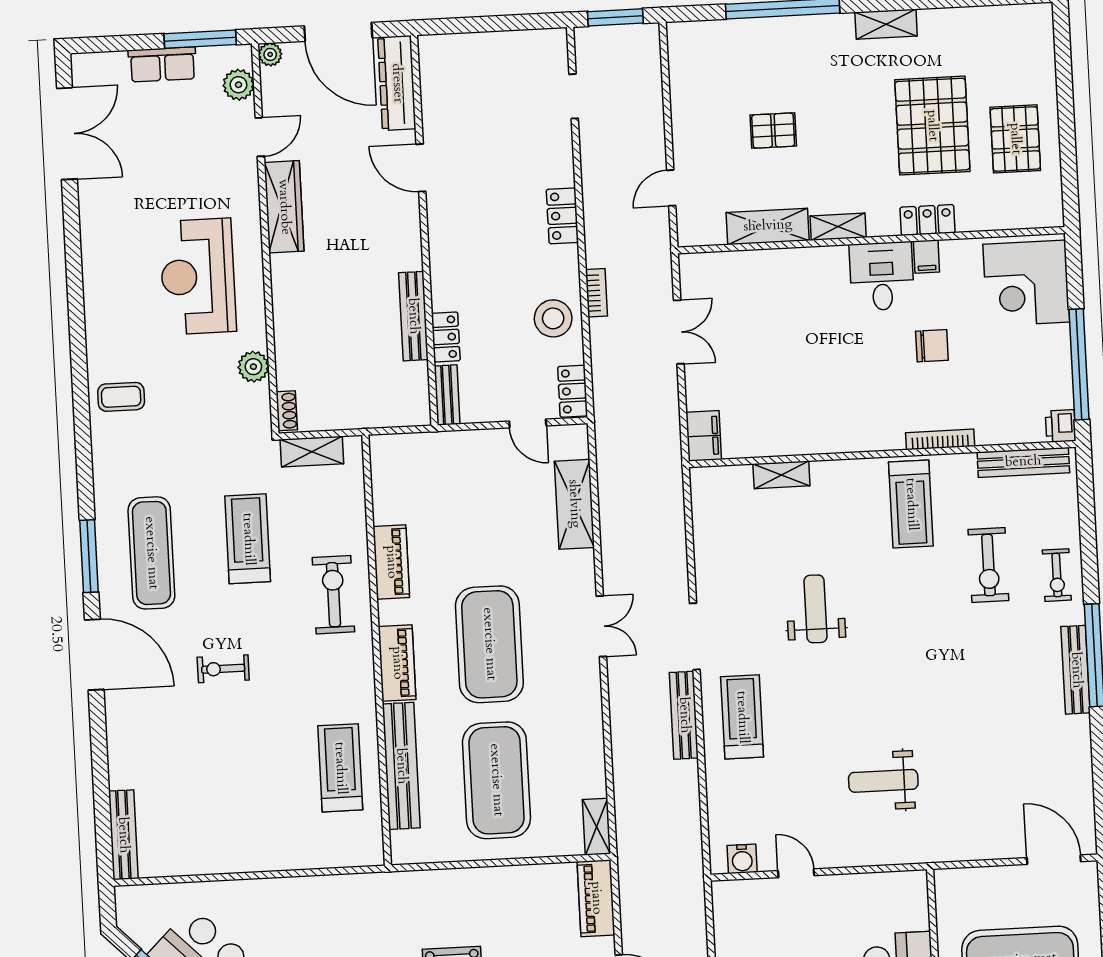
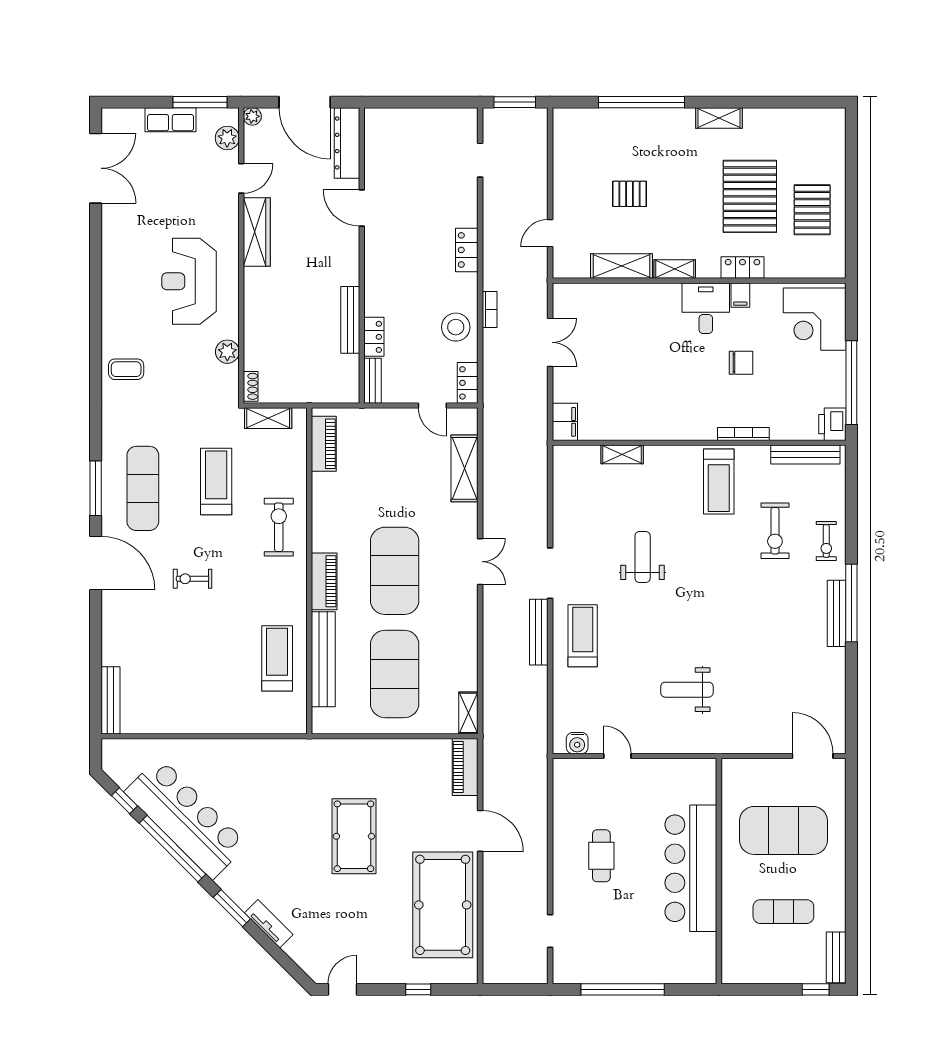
printer: (1061, 426) -> (832, 424), width x1.36, depth x1.24
piano: (391, 562) -> (324, 444), moved

